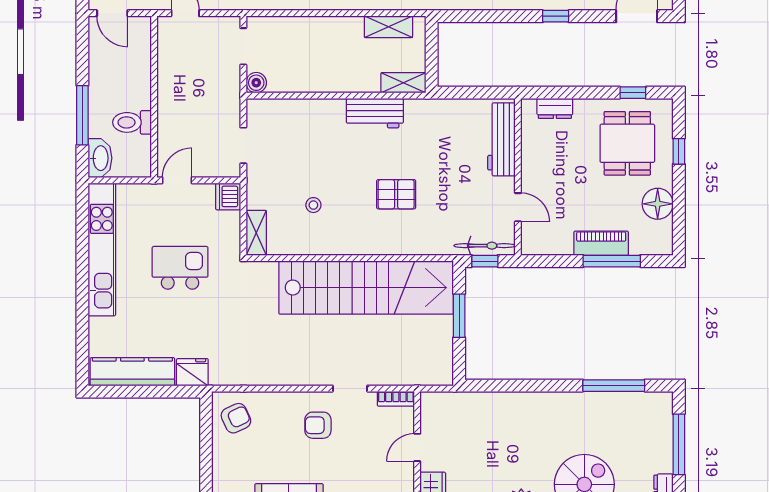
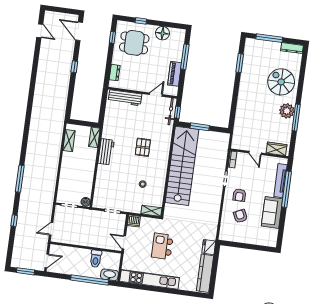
window: (82, 115) -> (90, 280), width x1.46
piano: (601, 243) -> (175, 74), moved
window: (614, 386) -> (240, 63), width x0.69
armchair: (236, 418) -> (240, 216), moved

